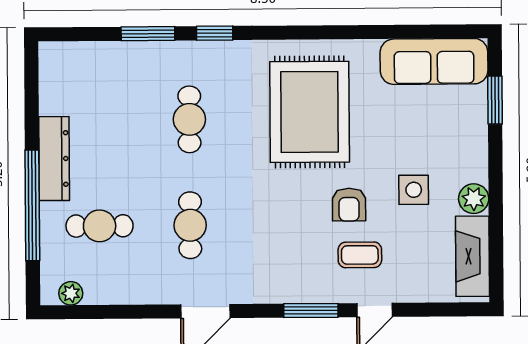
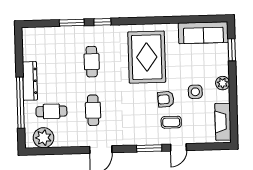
plant: (474, 199) -> (223, 83), moved
armchair: (349, 205) -> (166, 99), turned 87
plant: (71, 293) -> (43, 138), width x1.87, depth x1.87

